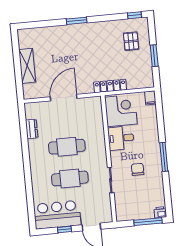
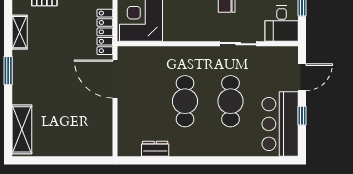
shelving: (104, 26) -> (20, 32), added
shelving: (27, 66) -> (22, 129), moved, turned 90
door: (64, 98) -> (115, 79), moved
desk: (121, 138) -> (282, 24), moved

